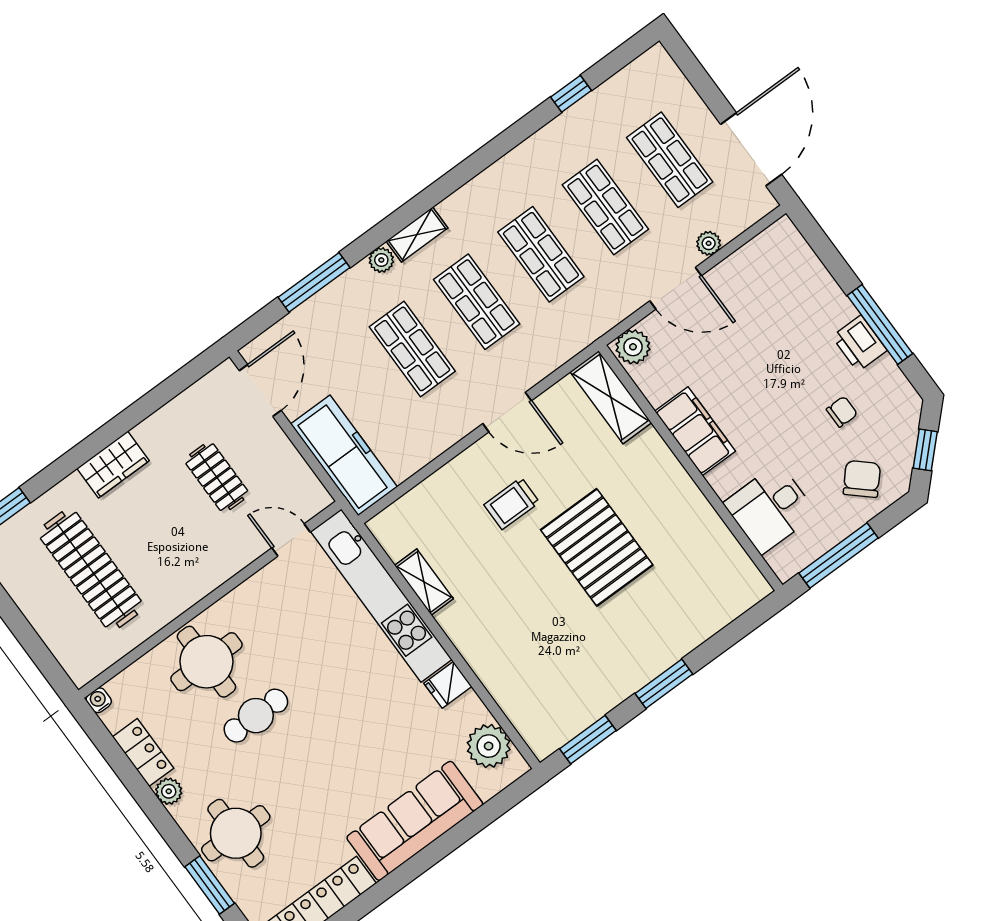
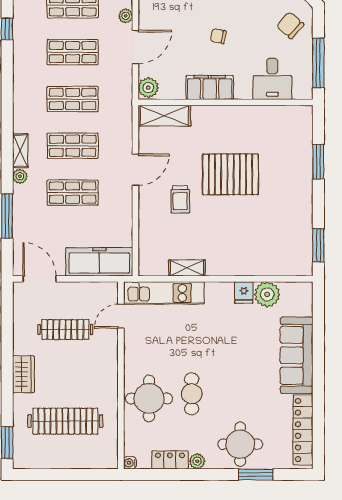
chair: (842, 412) -> (218, 36), moved, turned -79
clothes rail: (217, 477) -> (65, 329), width x1.36
kitchen unit: (381, 596) -> (164, 293), width x0.73
window: (664, 684) -> (318, 162), moved
plant: (489, 746) -> (267, 294), moved

